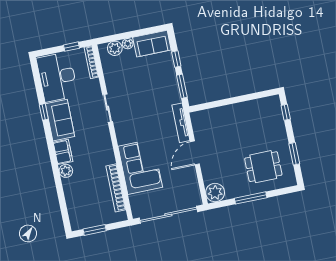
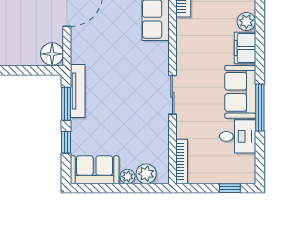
window: (71, 47) -> (230, 188), moved
desk: (57, 77) -> (238, 136), width x0.53, depth x0.77
window: (44, 112) -> (260, 108), width x2.17
floor lamp: (199, 120) -> (52, 54), added
tv unit: (181, 123) -> (78, 91), moved

